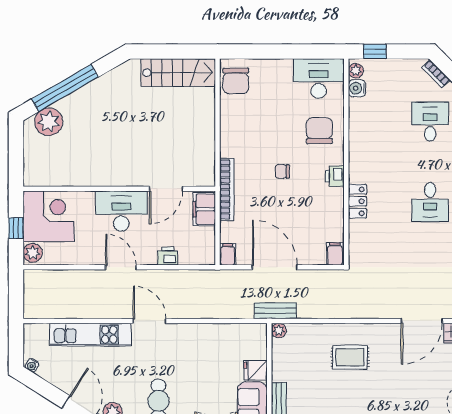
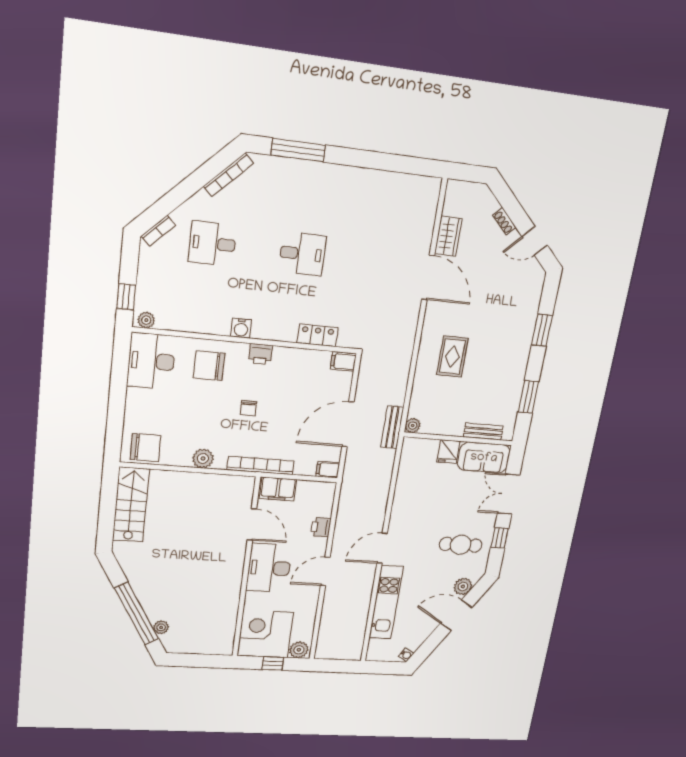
water cooler: (357, 88) -> (241, 328), moved
plant: (49, 122) -> (161, 627), width x0.53, depth x0.53
plant: (229, 135) -> (203, 459), added
locker: (357, 201) -> (317, 335), moved

